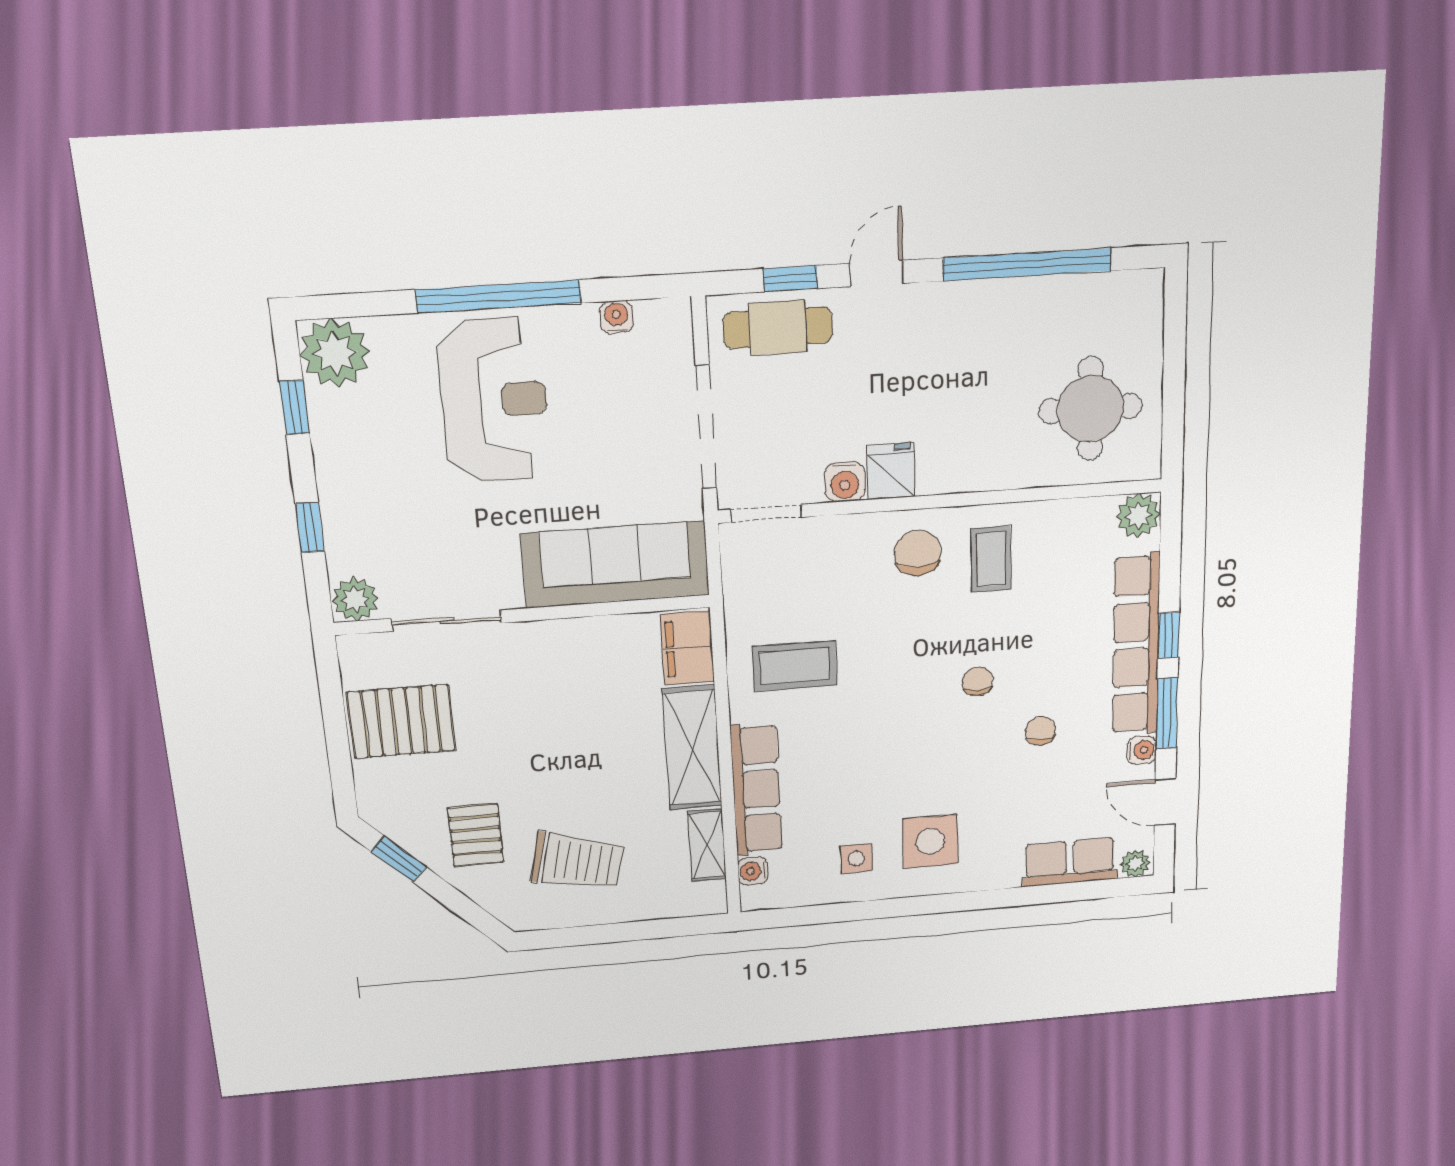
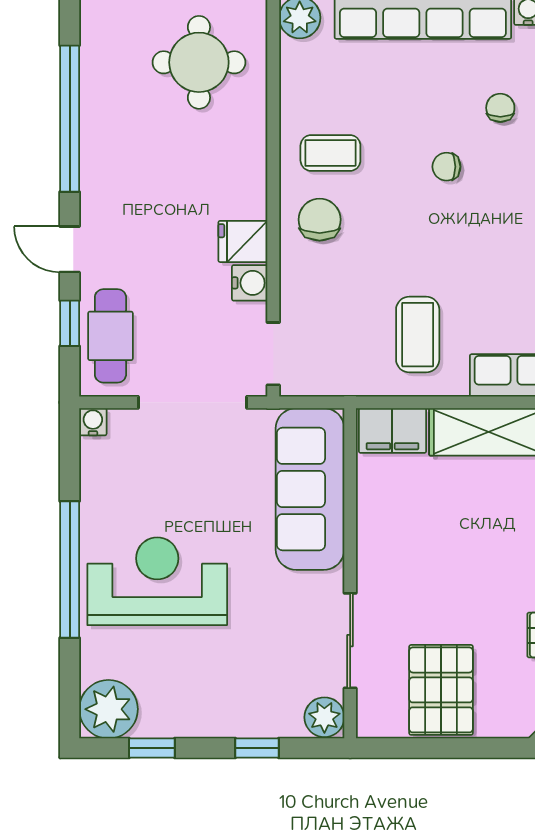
water cooler: (616, 317) -> (93, 422), moved, turned 90
chair: (917, 553) -> (320, 220), turned 90
chair: (1040, 731) -> (500, 108), turned 90

